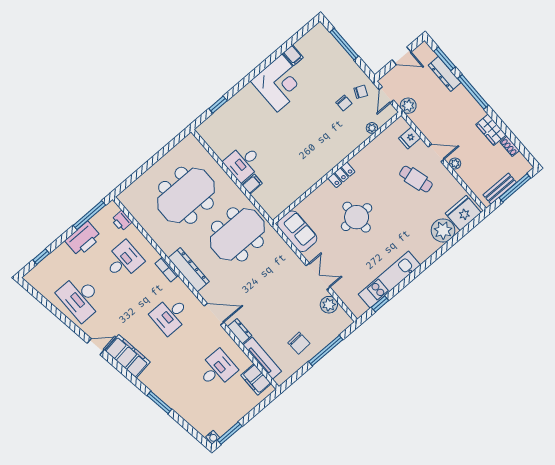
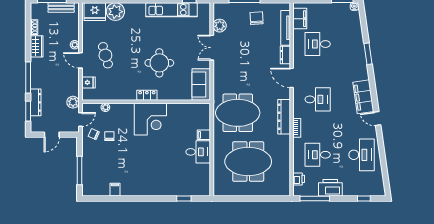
door: (402, 56) -> (52, 135), swing flipped
corner desk: (279, 83) -> (150, 119), moved, turned 180

